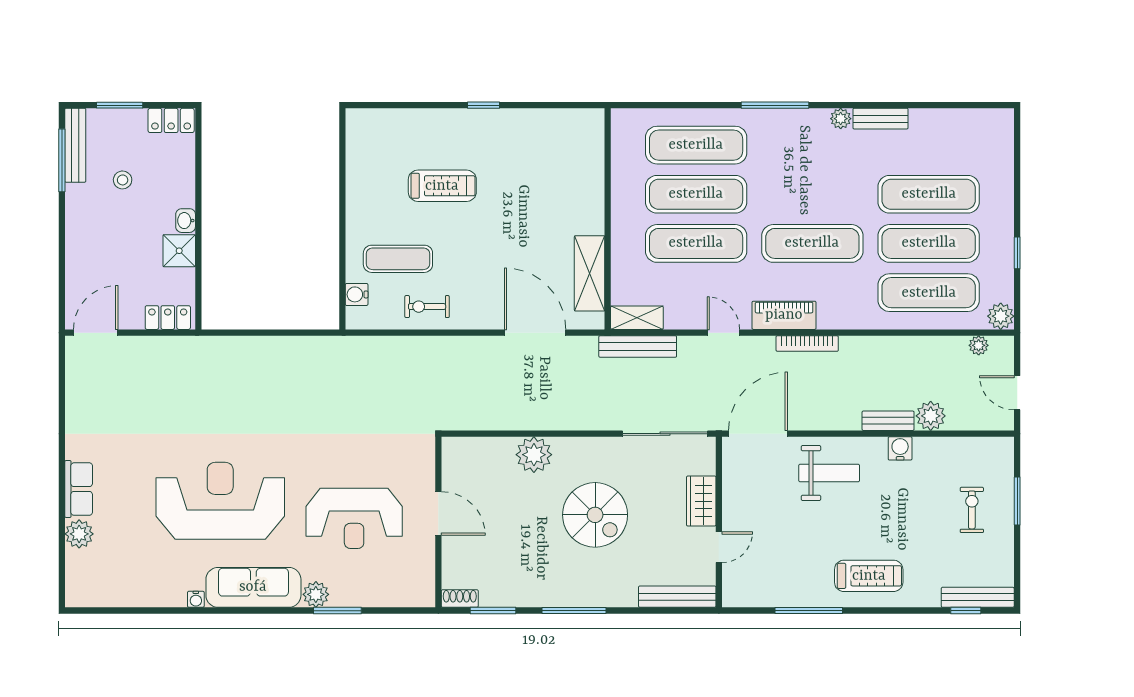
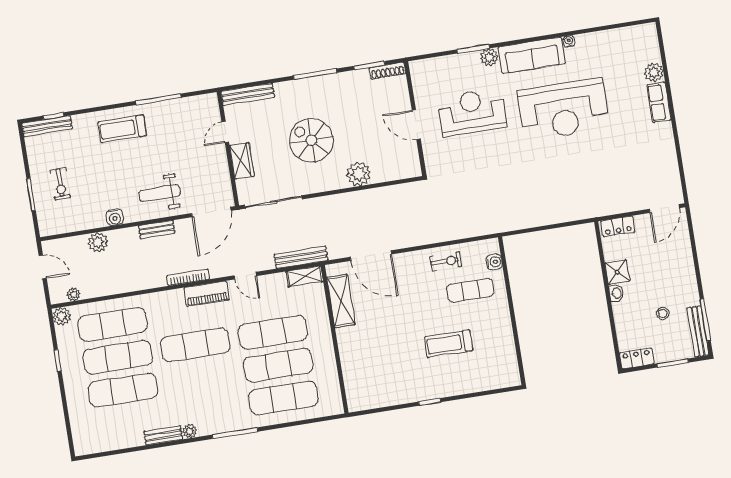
bench: (888, 421) -> (157, 230), moved
shoe rack: (460, 599) -> (388, 71), width x1.43

